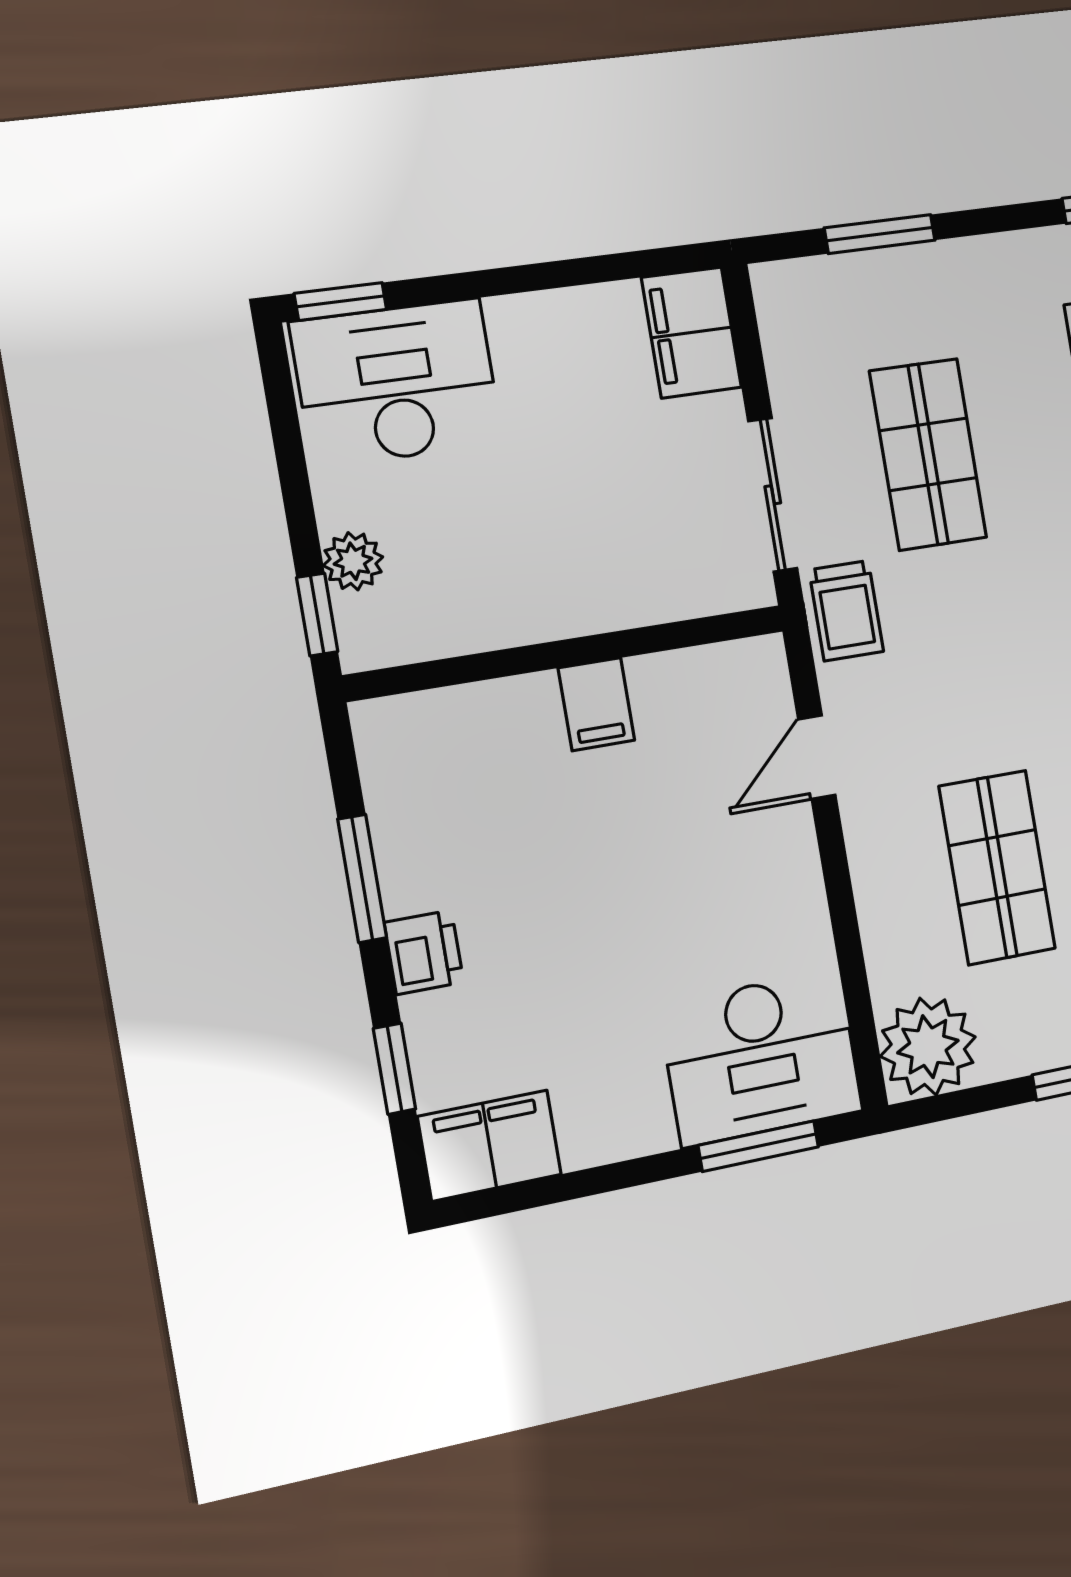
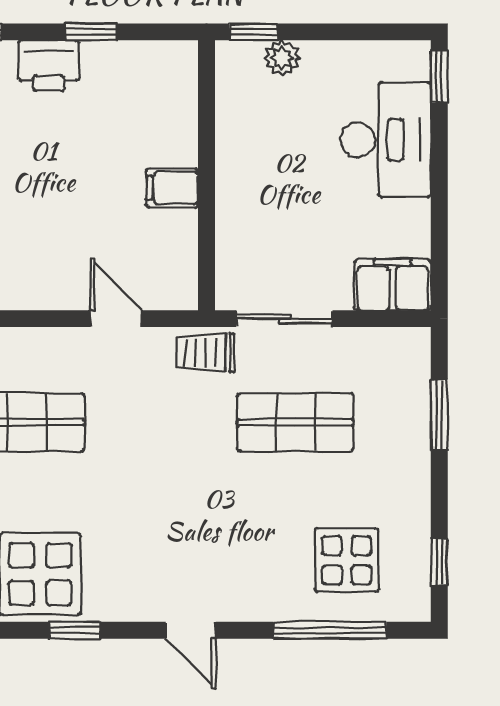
desk: (397, 383) -> (386, 140), moved
window: (362, 878) -> (91, 32), width x0.67
printer: (424, 952) -> (49, 65), width x1.36, depth x1.24

